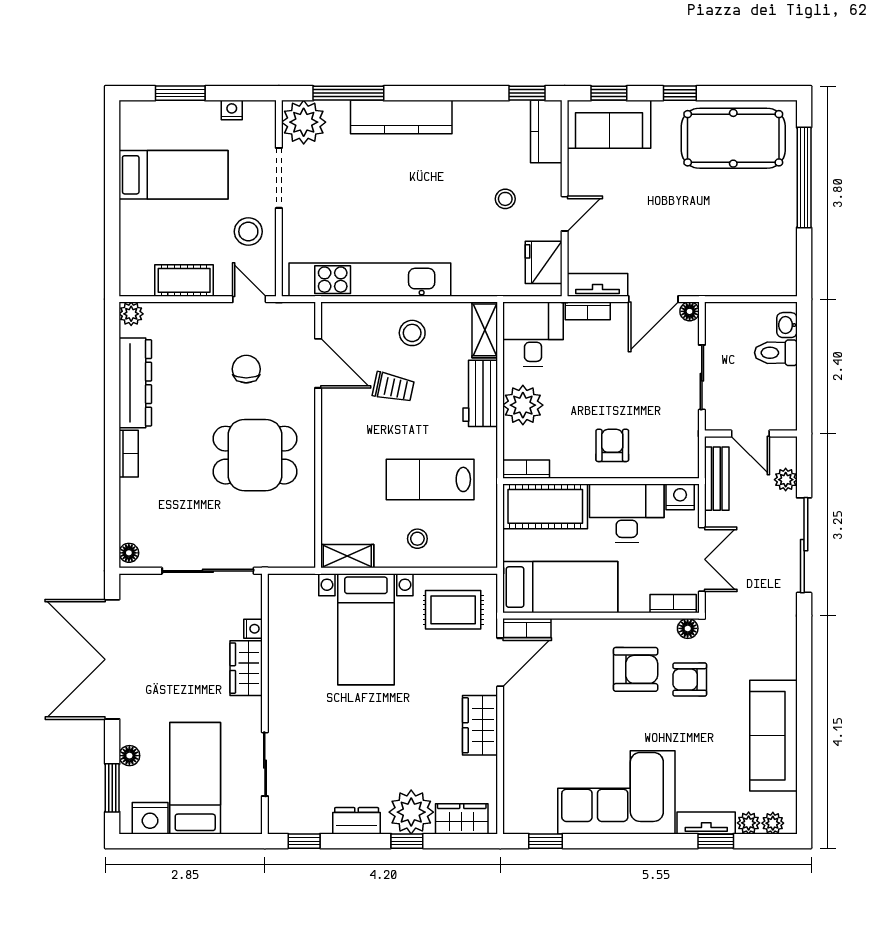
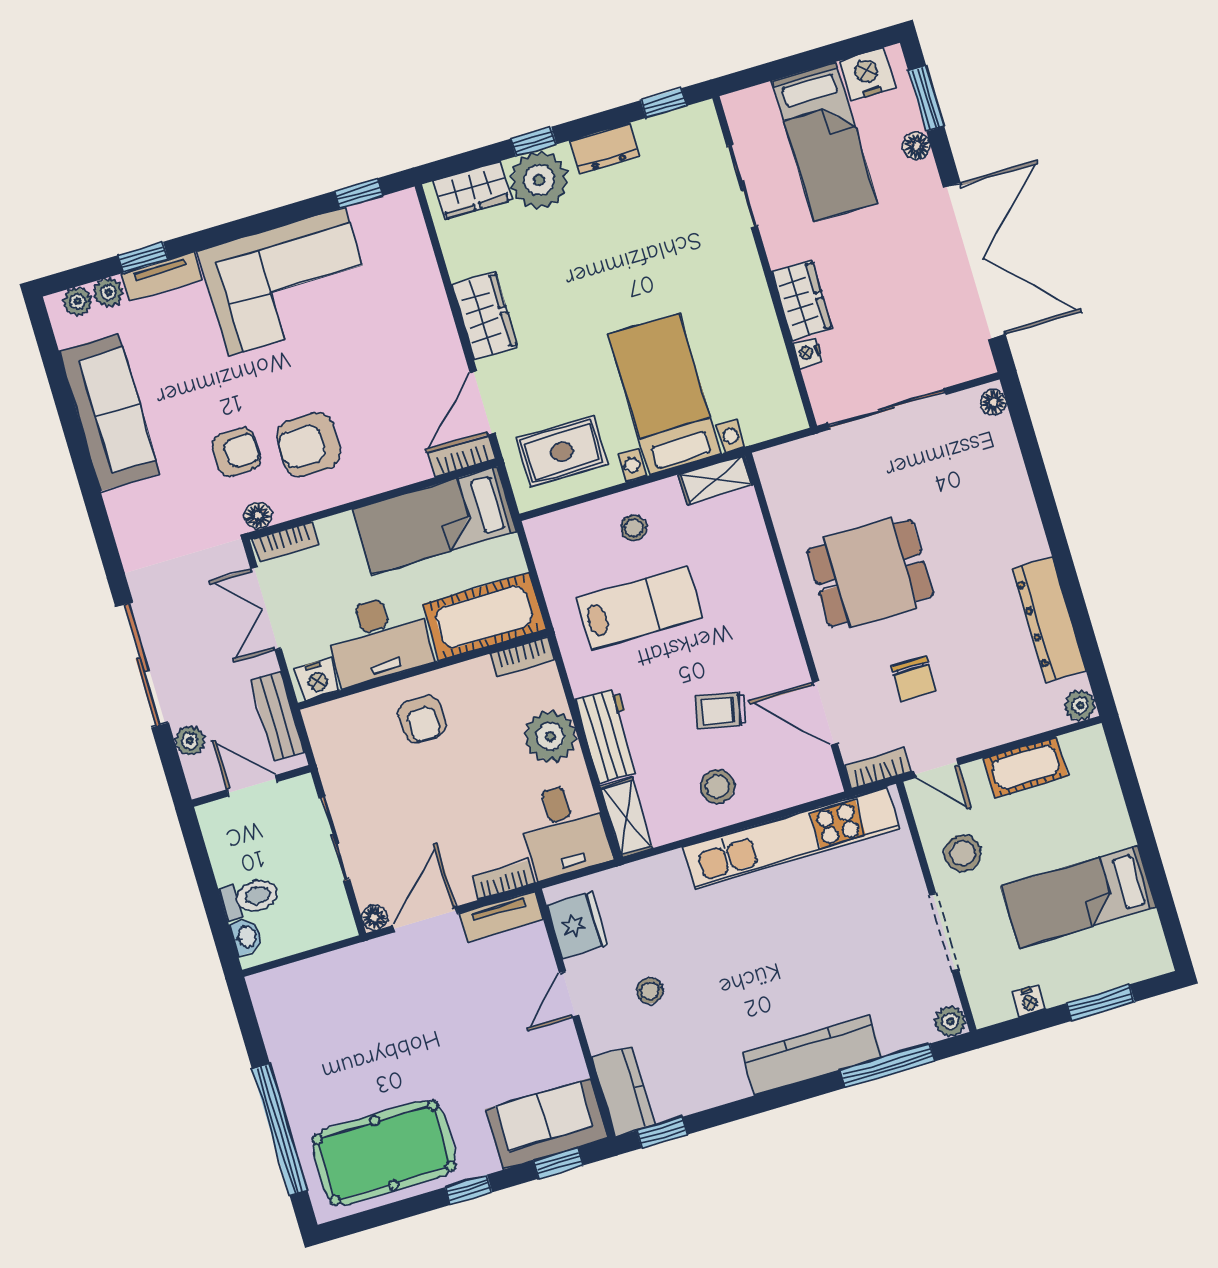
plant: (304, 122) -> (950, 1021), width x0.53, depth x0.53
bookcase: (129, 454) -> (878, 769), moved, turned 90

